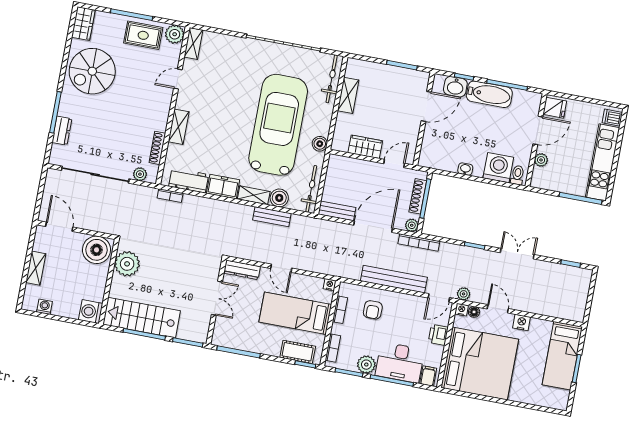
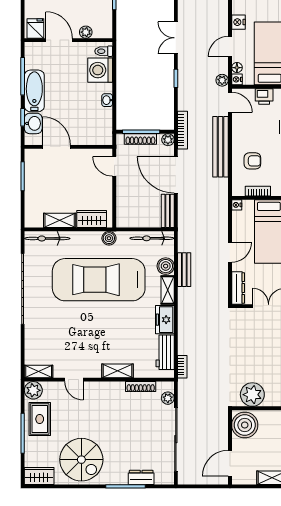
wardrobe: (365, 147) -> (92, 219), moved, turned 90

